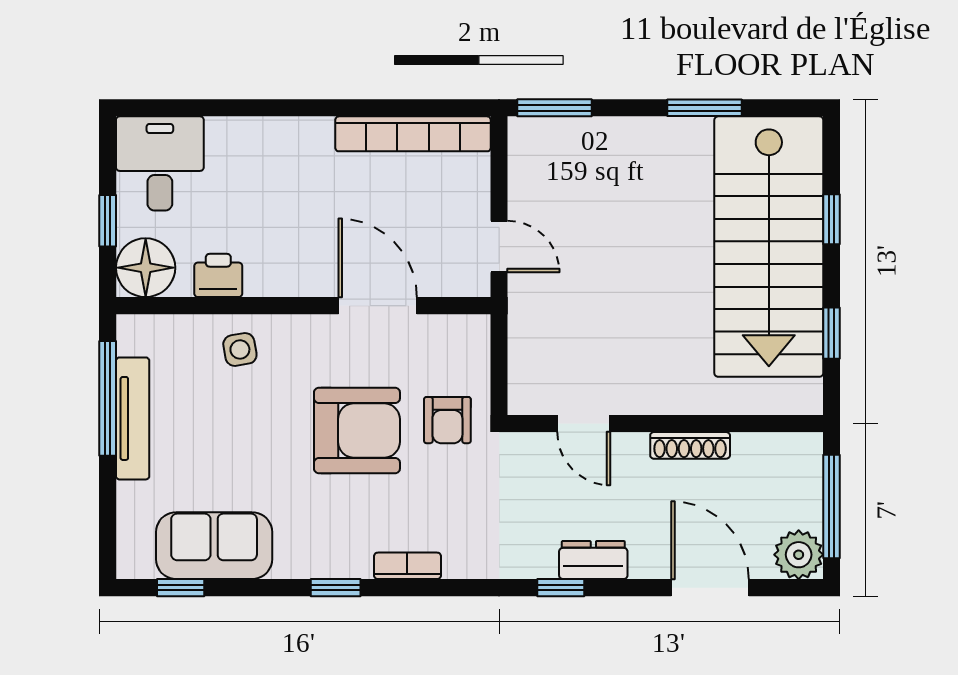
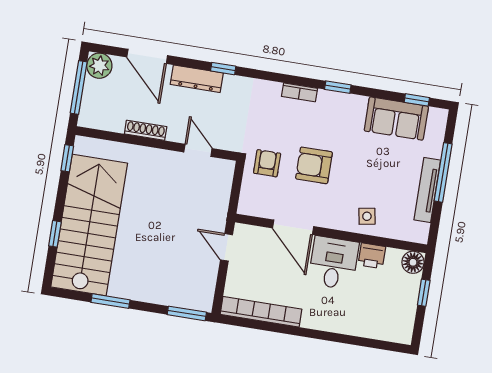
desk: (160, 163) -> (334, 263), moved, turned 180
floor lamp: (146, 268) -> (413, 262), width x0.73, depth x0.73
window: (832, 333) -> (67, 158), moved
window: (108, 398) -> (443, 172), moved
armchair: (357, 431) -> (314, 165), width x0.73, depth x0.73
dresser: (593, 560) -> (197, 79), width x1.44

